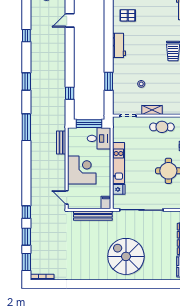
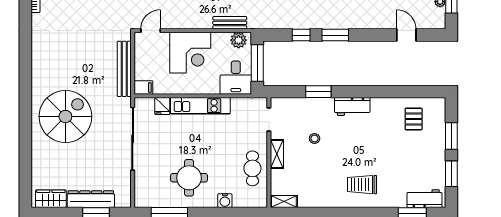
workbench: (119, 45) -> (352, 106), moved
window: (70, 70) -> (335, 35), added
plant: (73, 137) -> (239, 40), added

